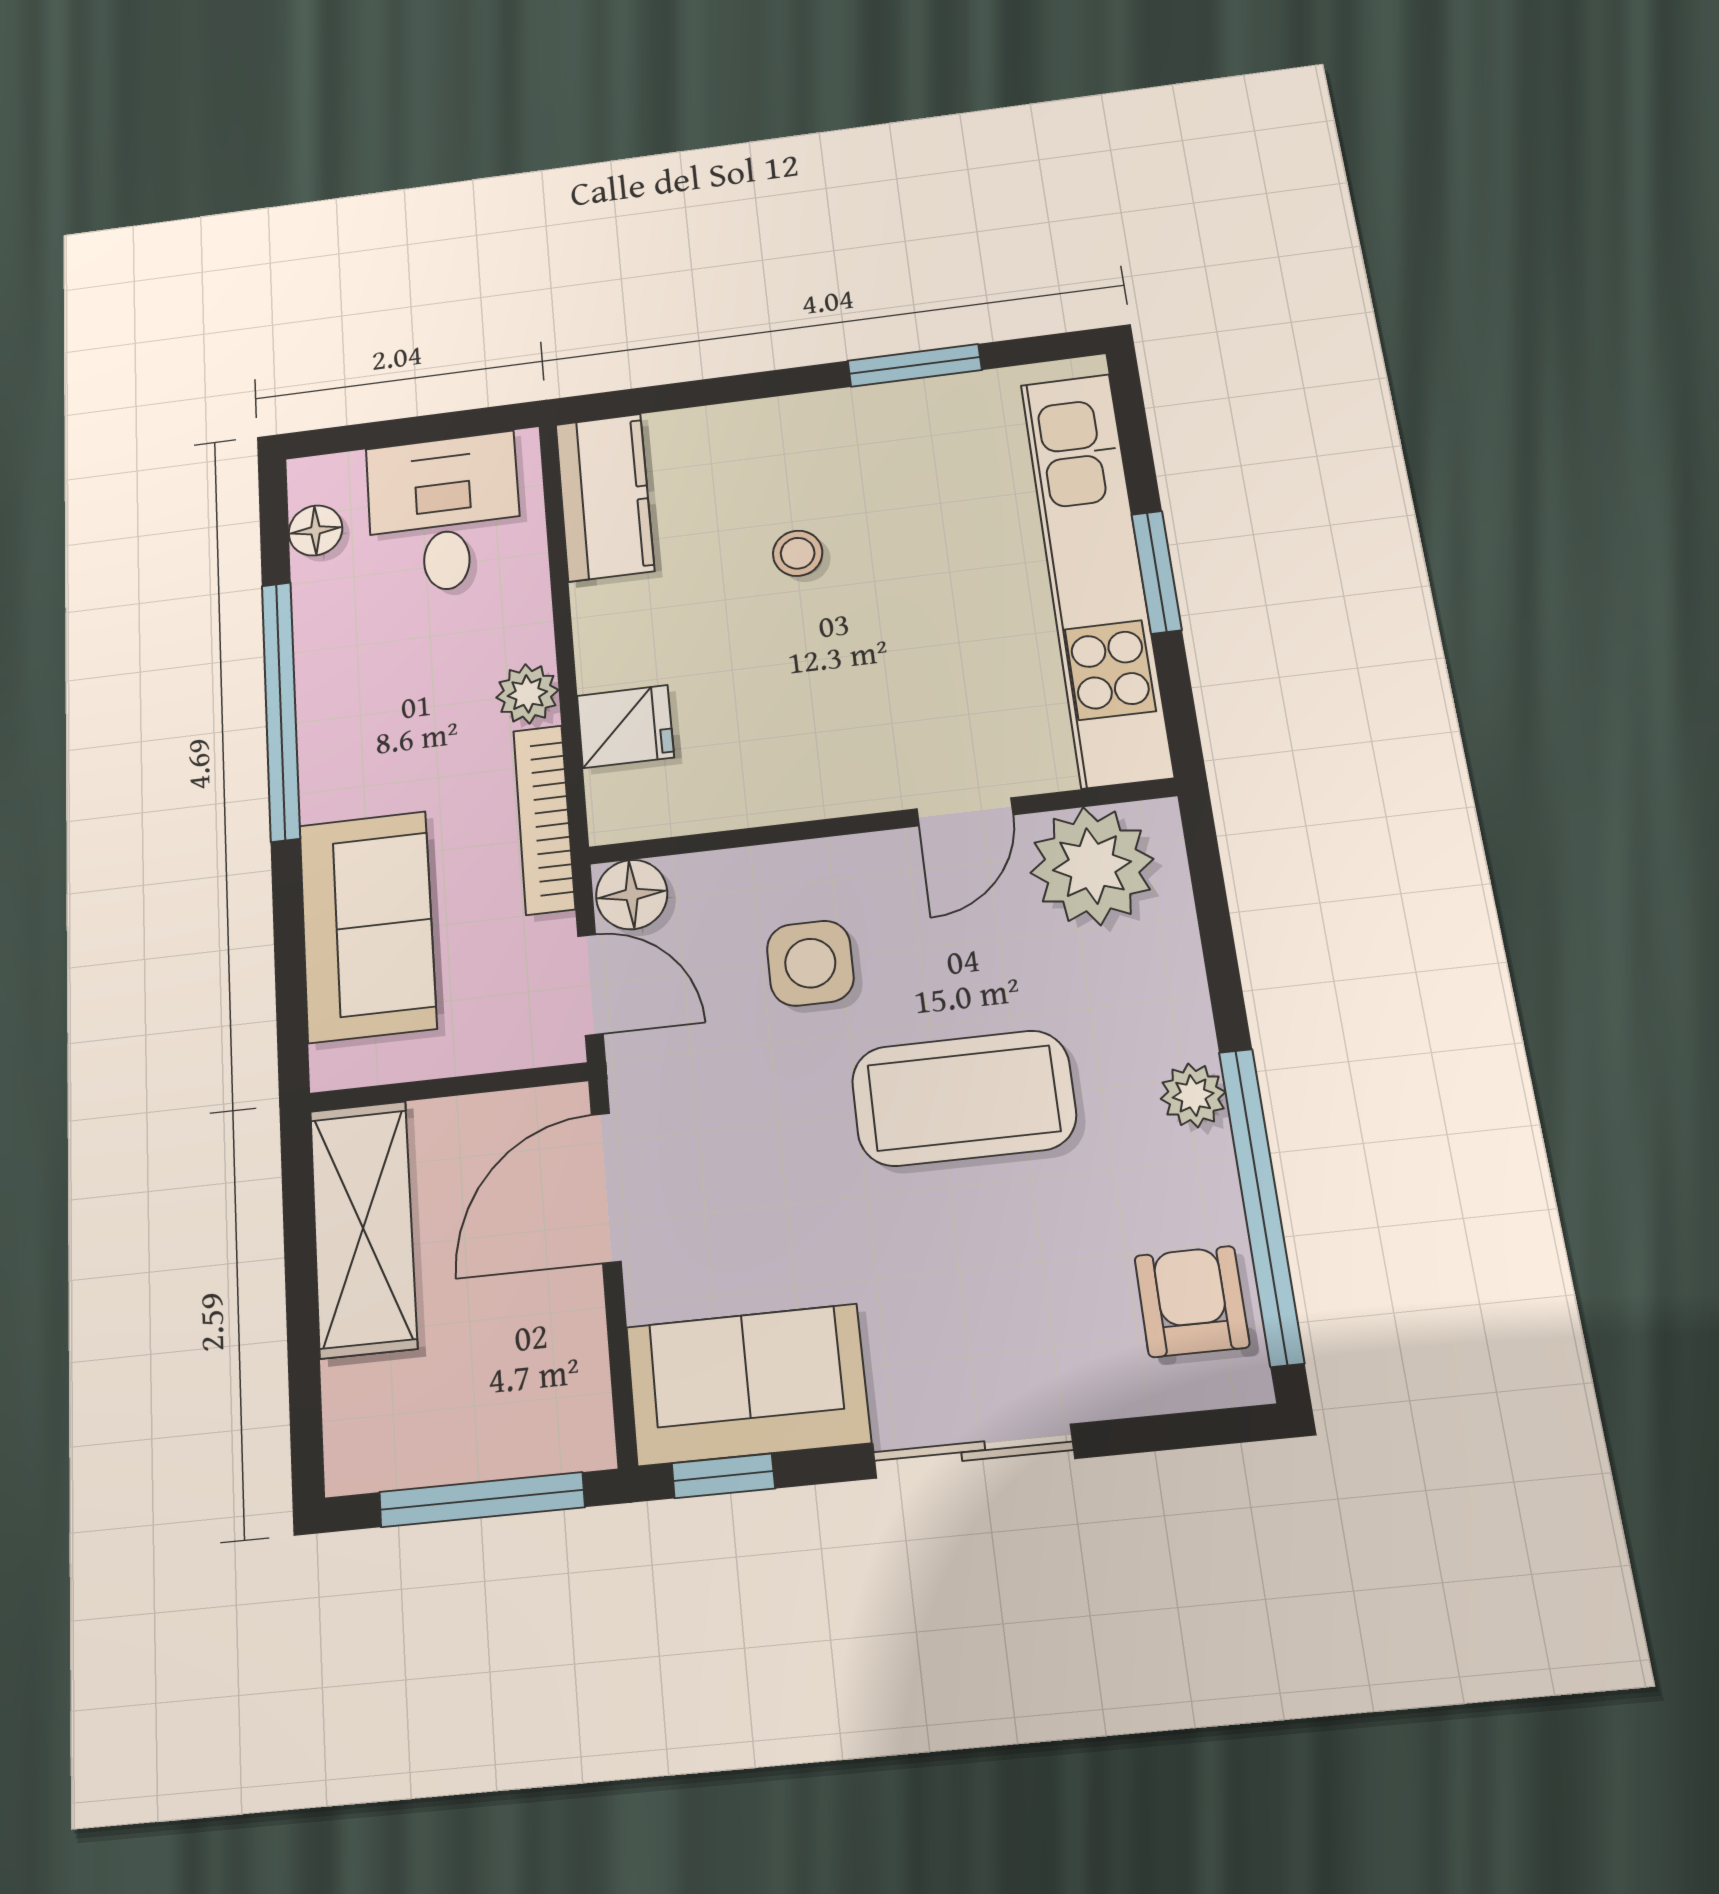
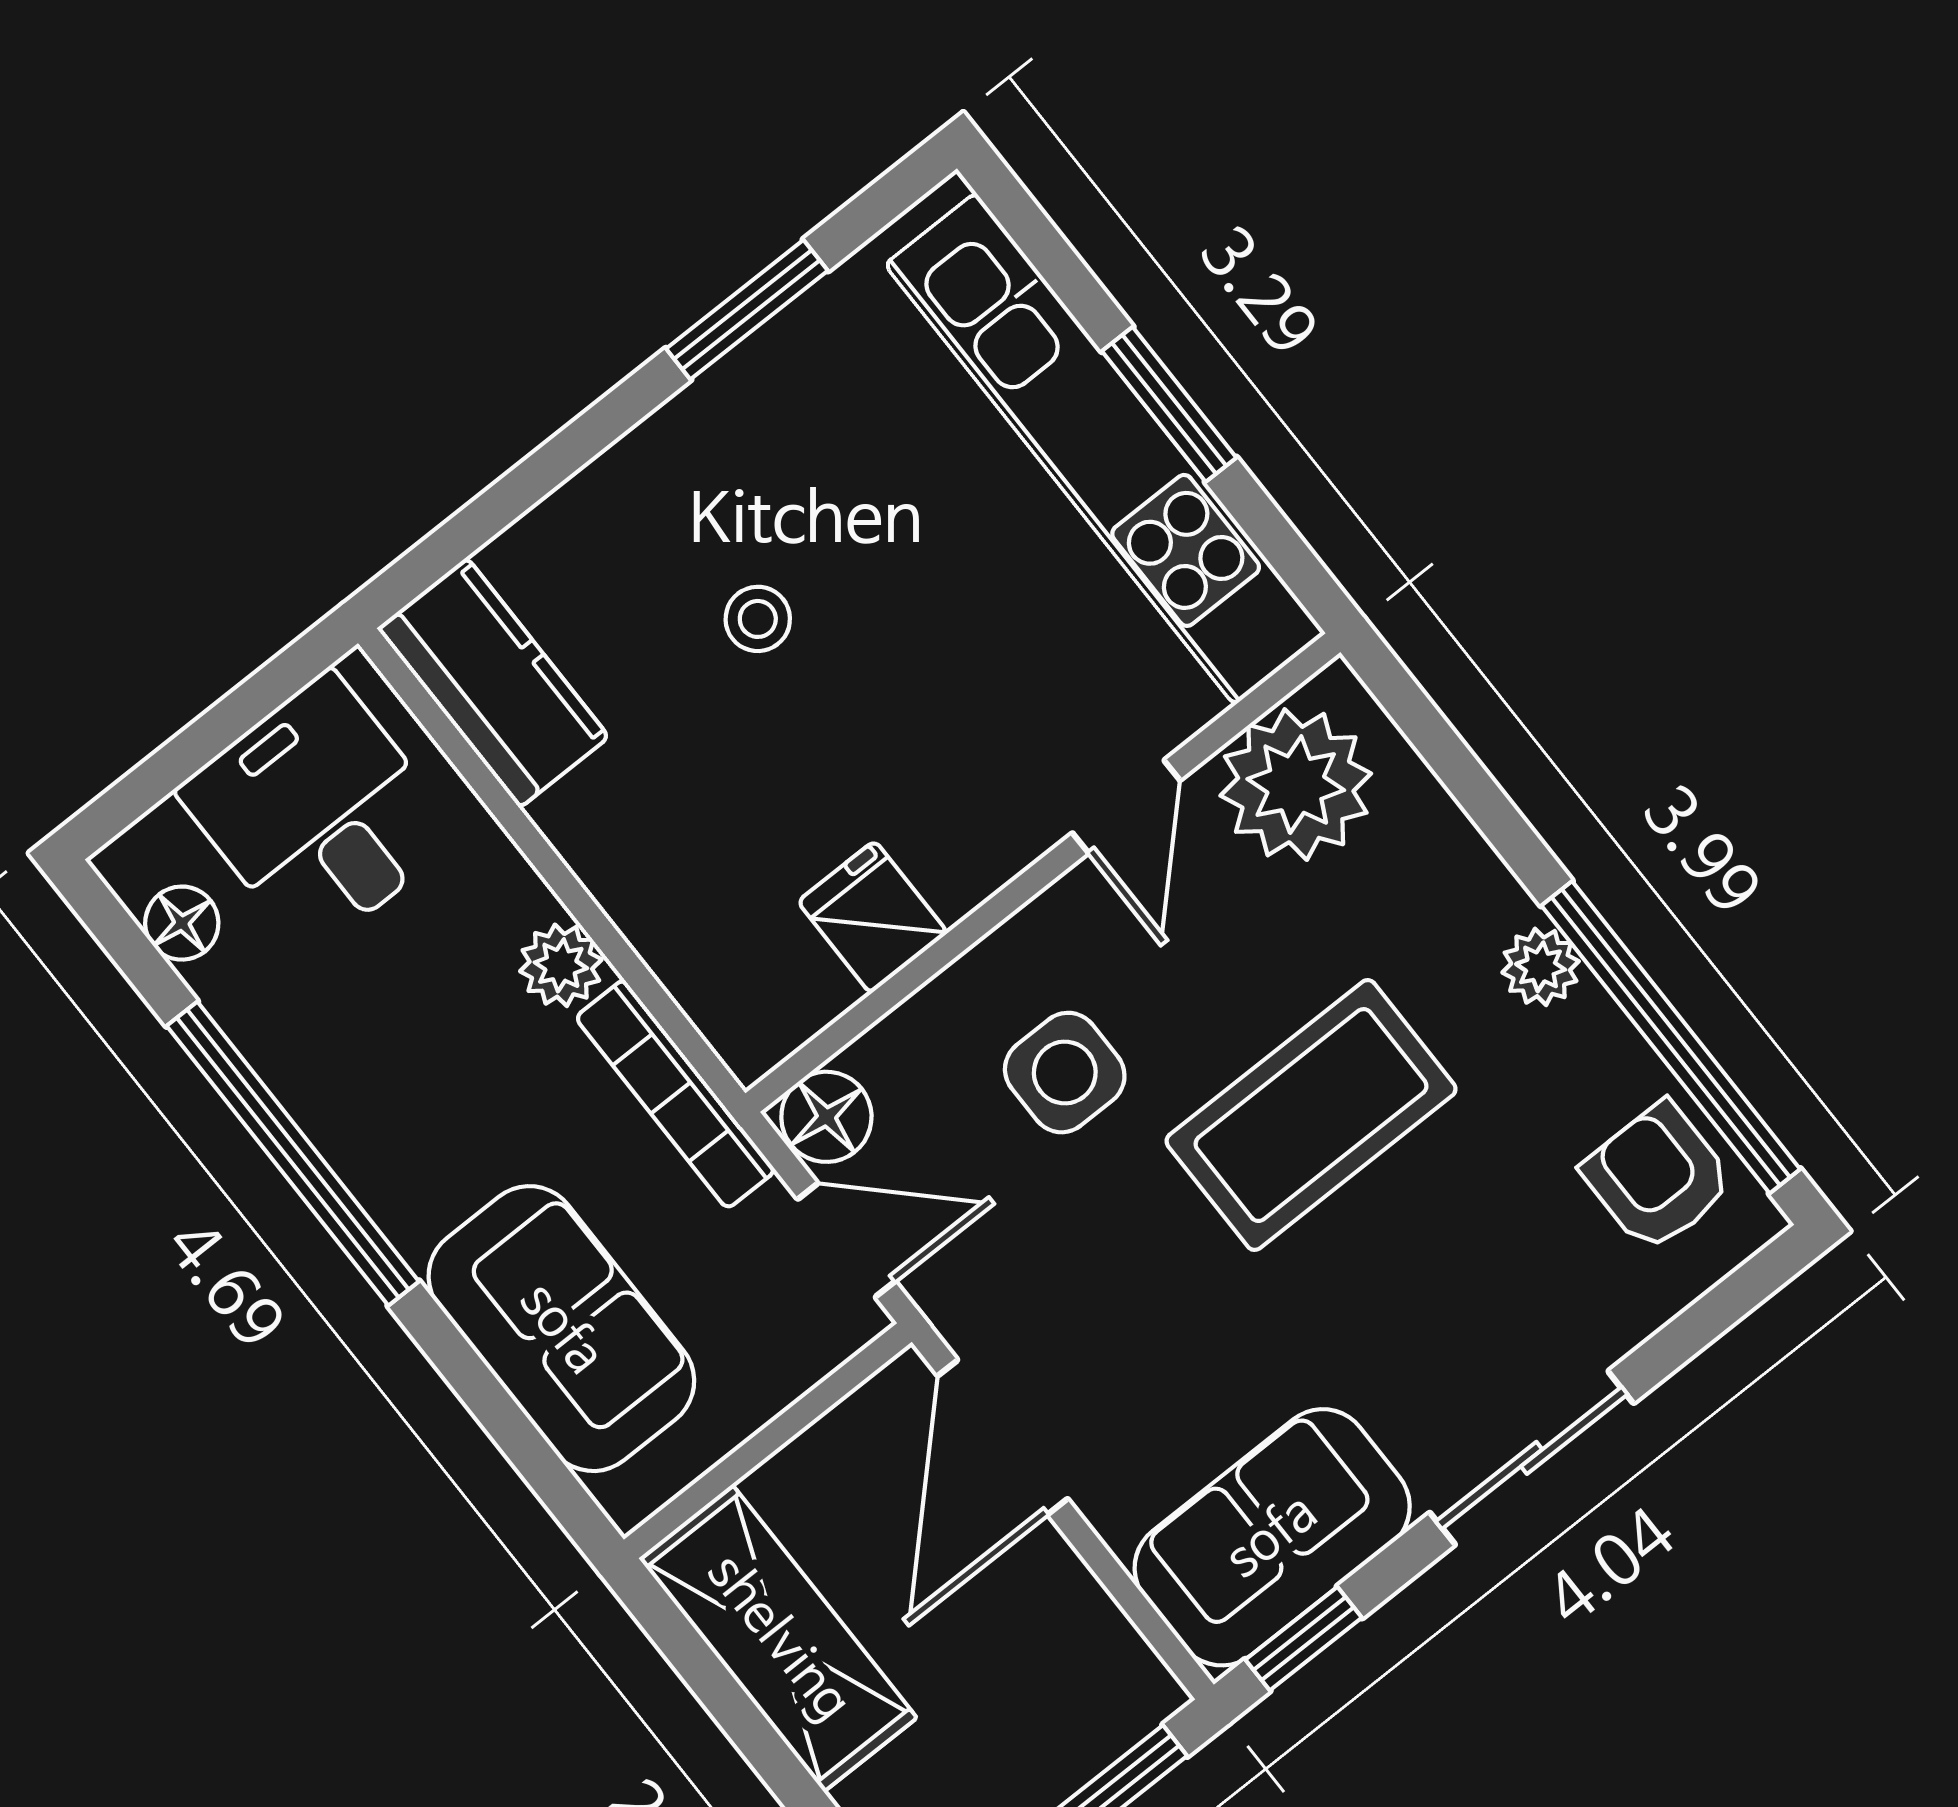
fridge: (625, 726) -> (873, 917), moved, turned -90

